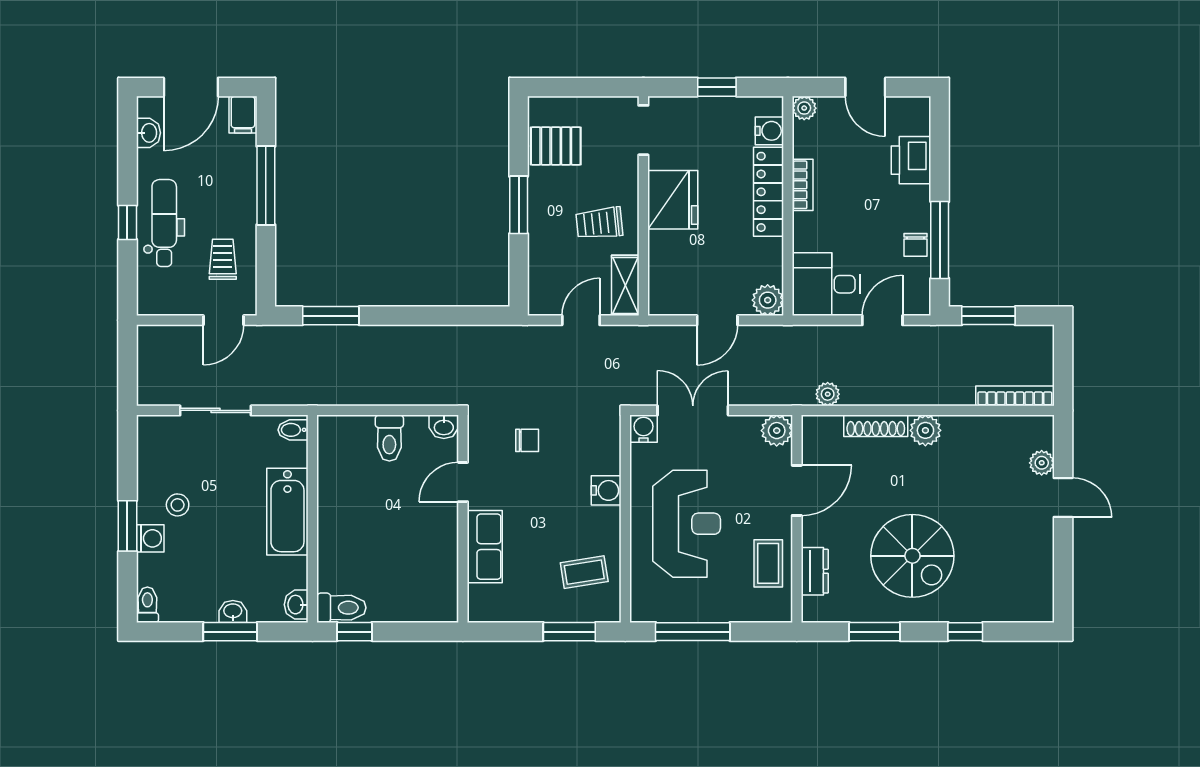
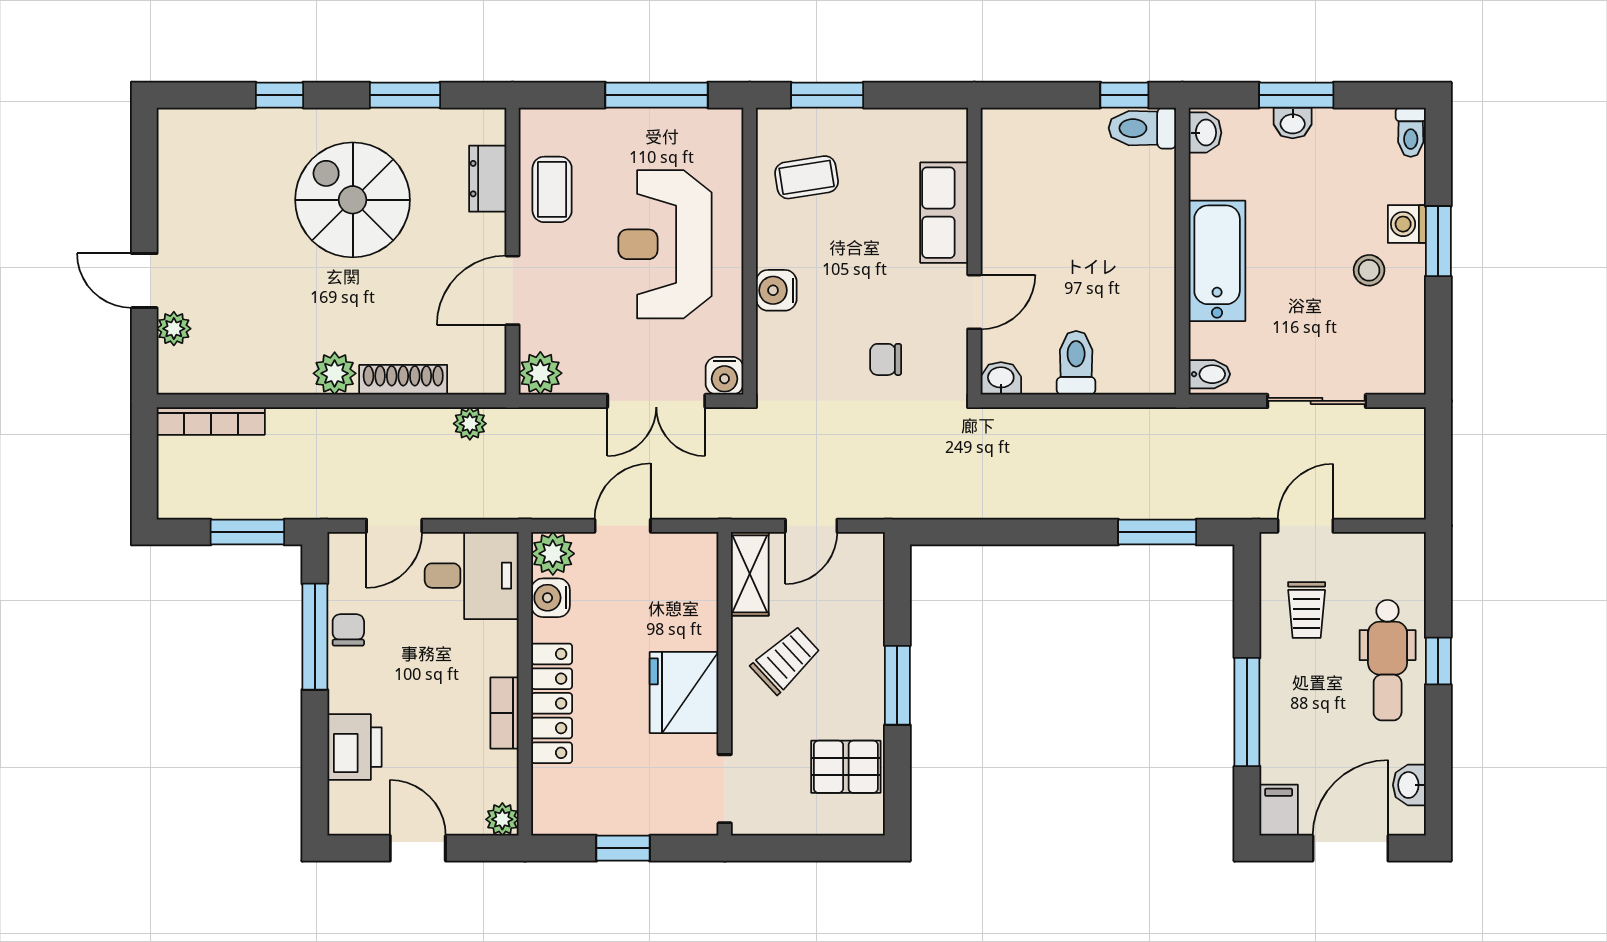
water cooler: (769, 131) -> (551, 598), moved
trolley: (599, 223) -> (786, 660), turned -37

